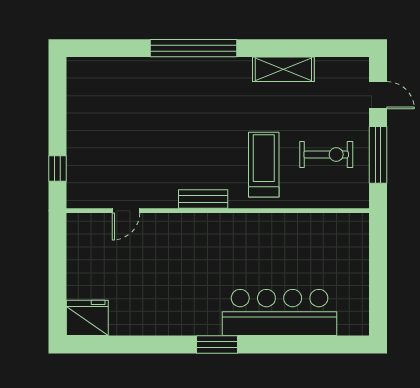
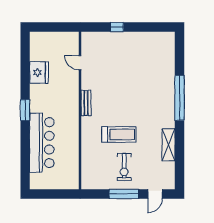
bench: (203, 199) -> (86, 103), moved
door: (126, 211) -> (80, 63), moved
wall: (218, 211) -> (80, 110), moved
fridge: (87, 318) -> (39, 73), moved

